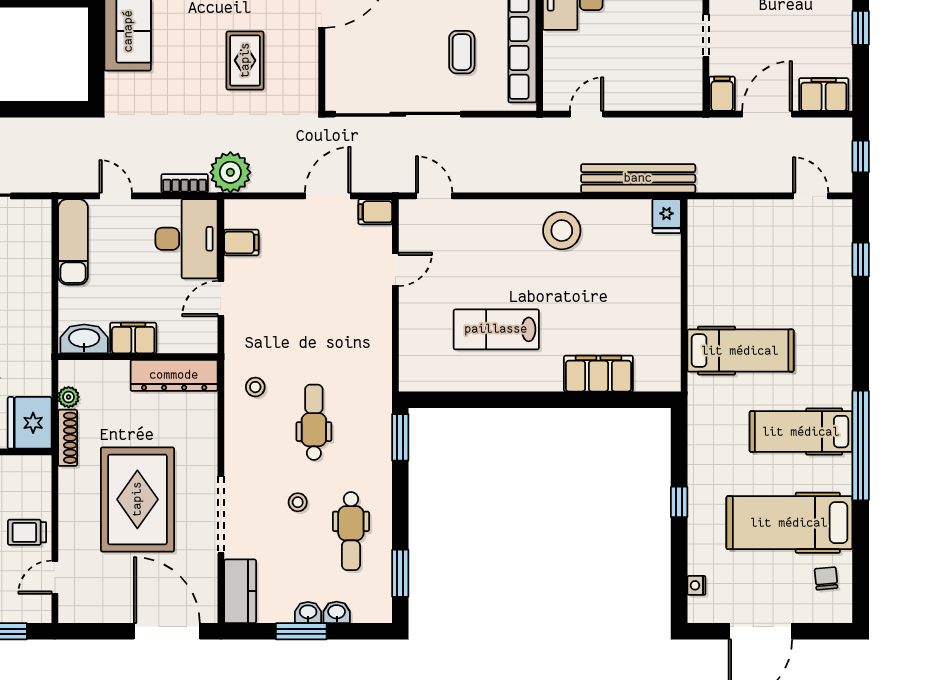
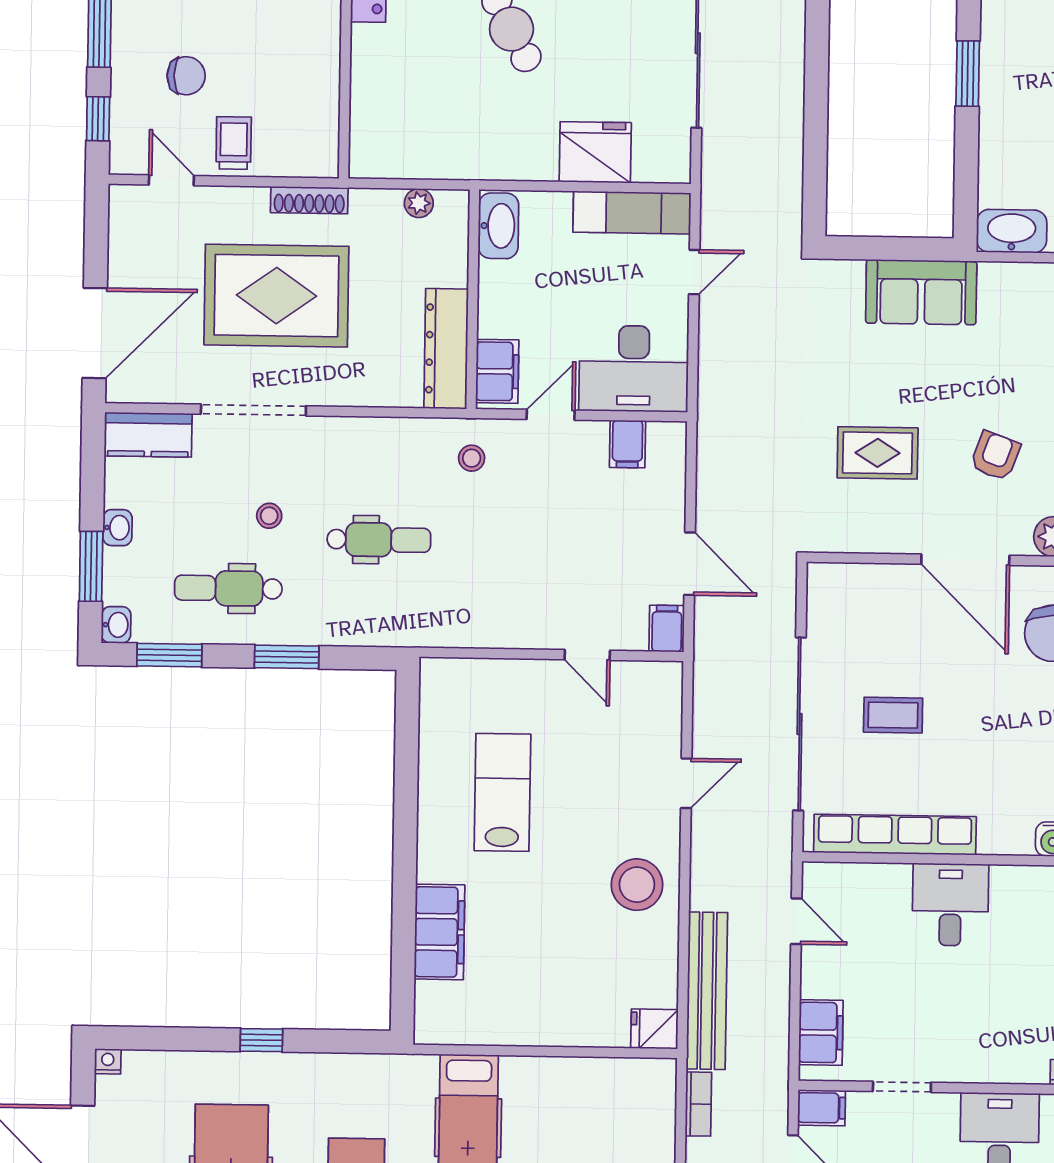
coffee table: (462, 52) -> (893, 715), moved
filing cabinet: (667, 95) -> (821, 1032), added
sliding door: (398, 114) -> (799, 724), moved
plant: (230, 172) -> (724, 430), removed
bookcase: (185, 183) -> (698, 1104), moved
door: (434, 196) -> (686, 783), moved
door: (221, 299) -> (551, 415), hinge flipped
filing cabinet: (133, 338) -> (497, 371), moved
stool: (255, 387) -> (472, 458), moved
fridge: (30, 423) -> (595, 152), moved
window: (400, 437) -> (287, 657), moved
shoe rack: (68, 438) -> (309, 200), moved
nightstand: (696, 585) -> (108, 1061), moved
washbasin: (337, 612) -> (116, 625), moved
window: (301, 631) -> (91, 566), moved

